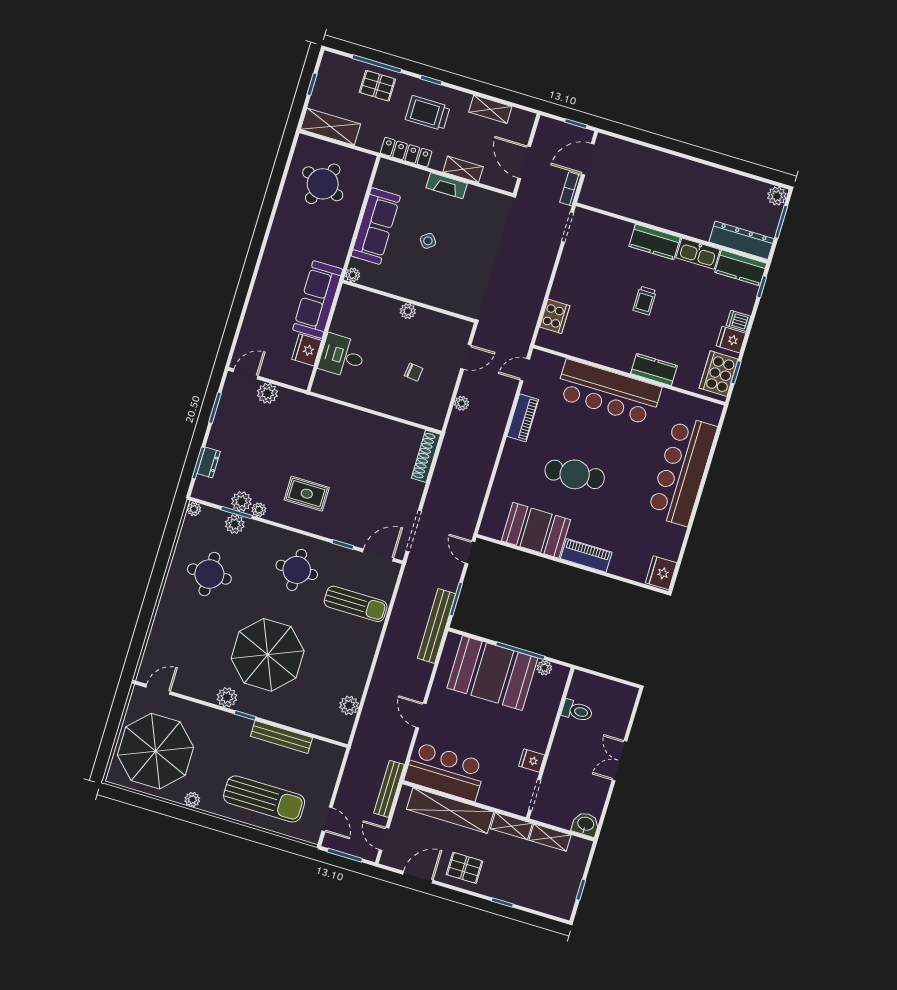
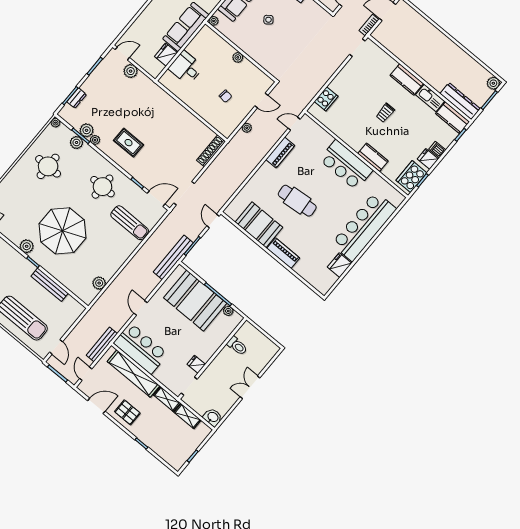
bar counter: (608, 392) -> (346, 165), width x0.73
fridge: (661, 573) -> (340, 265), moved

